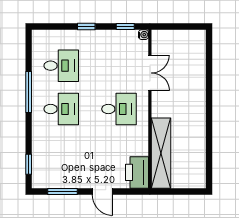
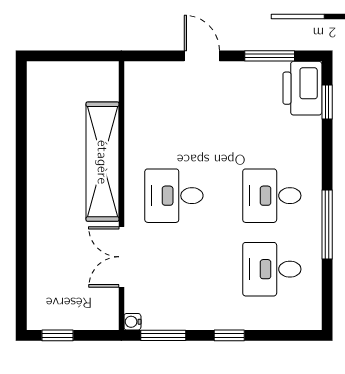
window: (125, 27) -> (163, 335), width x1.50
window: (188, 27) -> (58, 335), added
shelving: (161, 153) -> (102, 162), moved
printer: (137, 172) -> (302, 88), moved, turned 180

